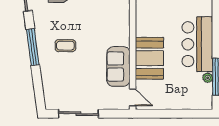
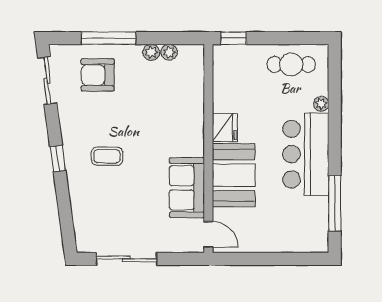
fridge: (144, 27) -> (225, 128), added
window: (33, 47) -> (58, 158), width x0.46
plant: (208, 78) -> (321, 104), moved

